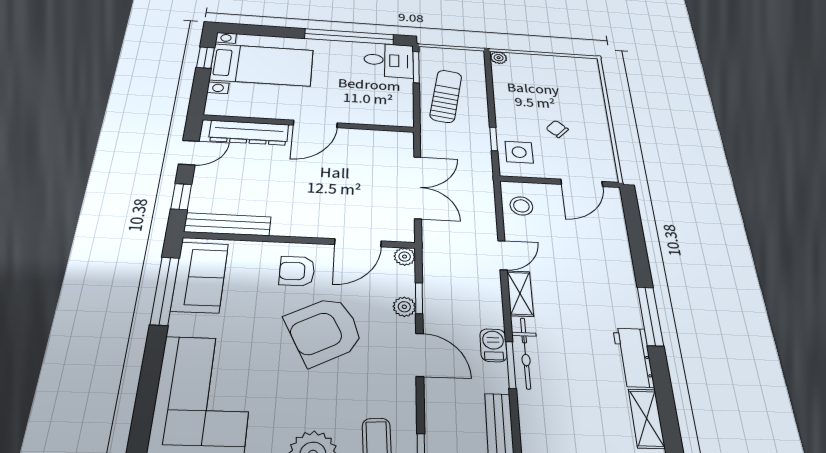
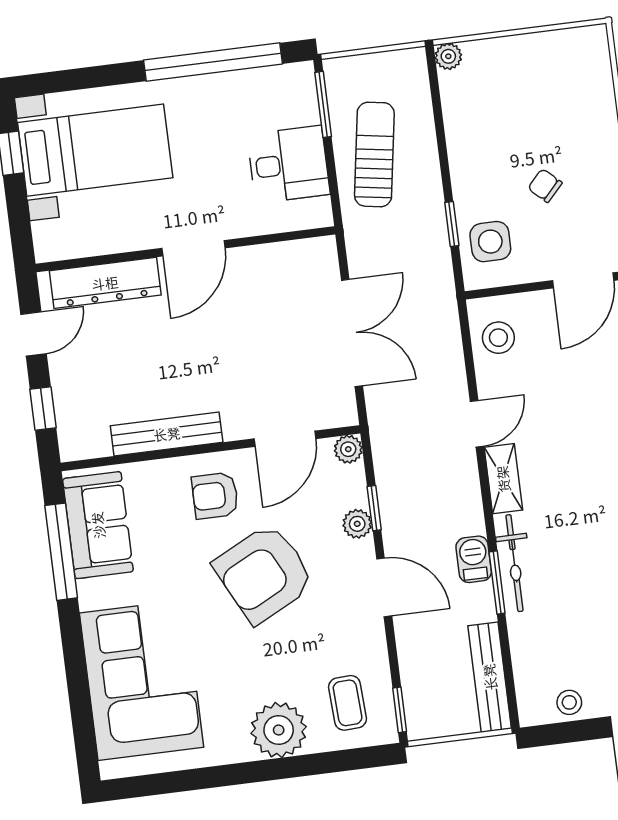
desk: (389, 60) -> (288, 164), moved
bench: (228, 224) -> (167, 434), moved

